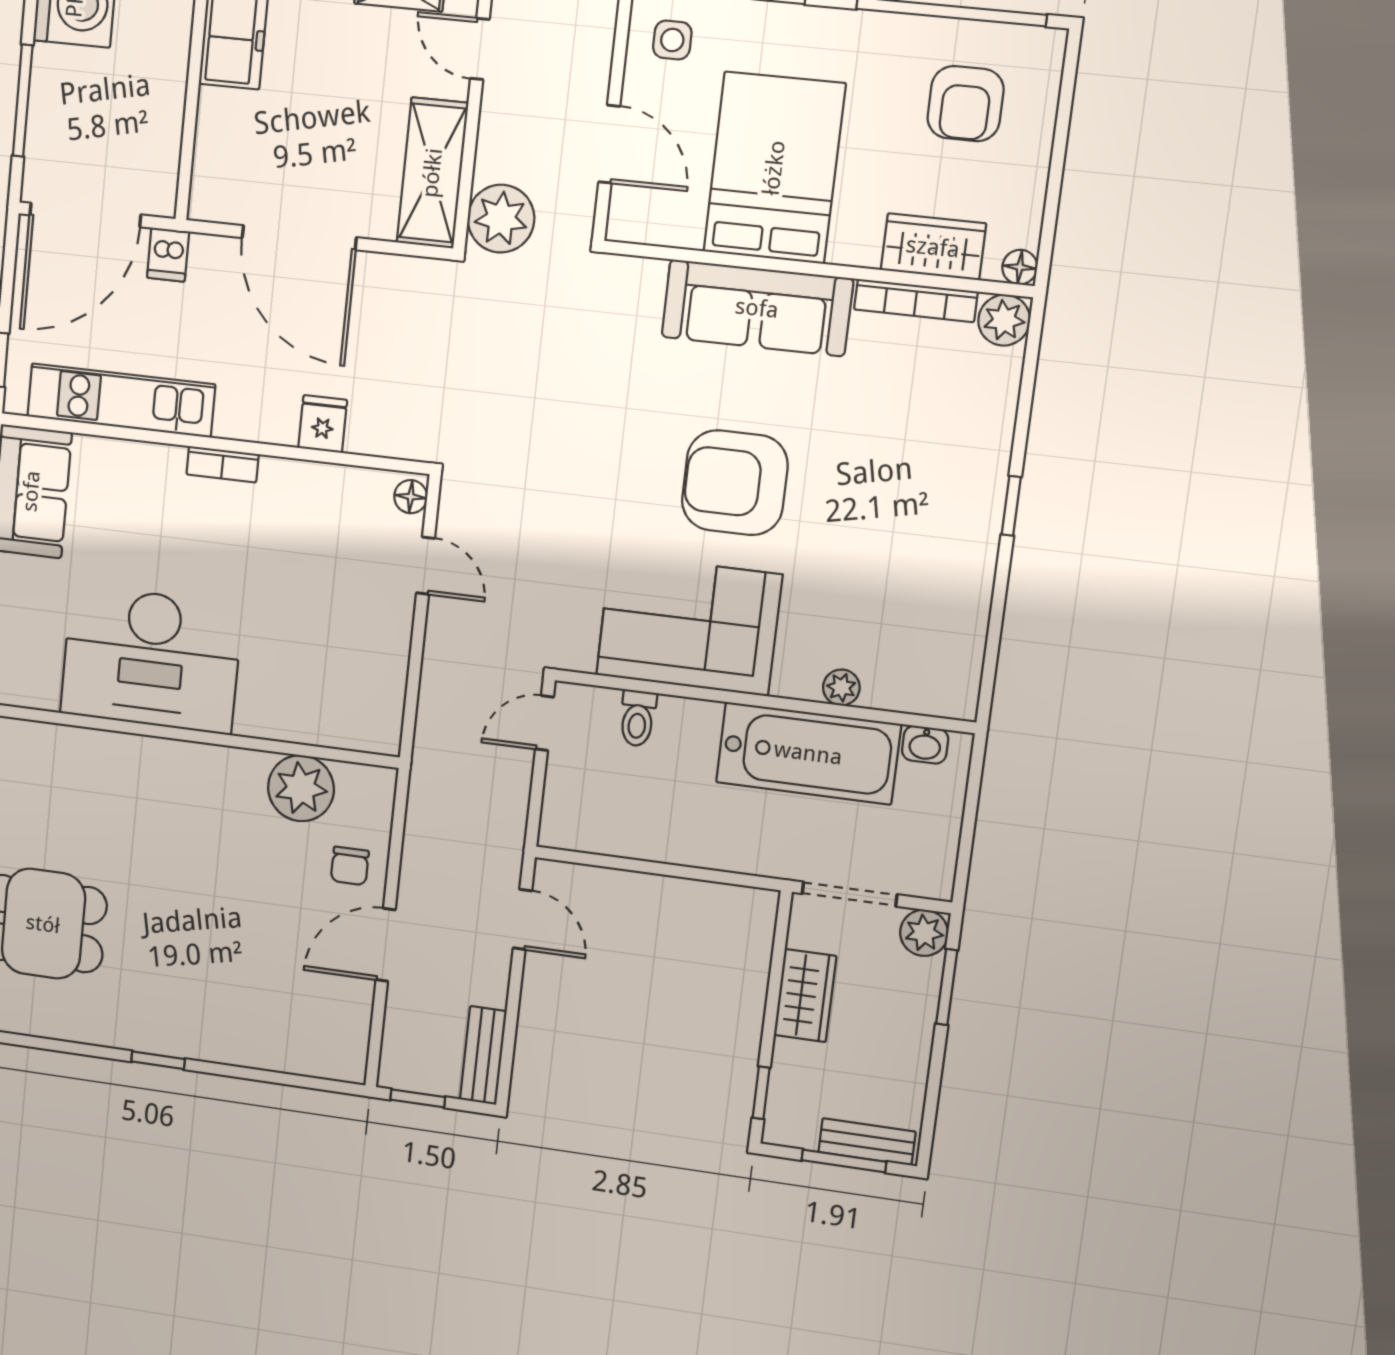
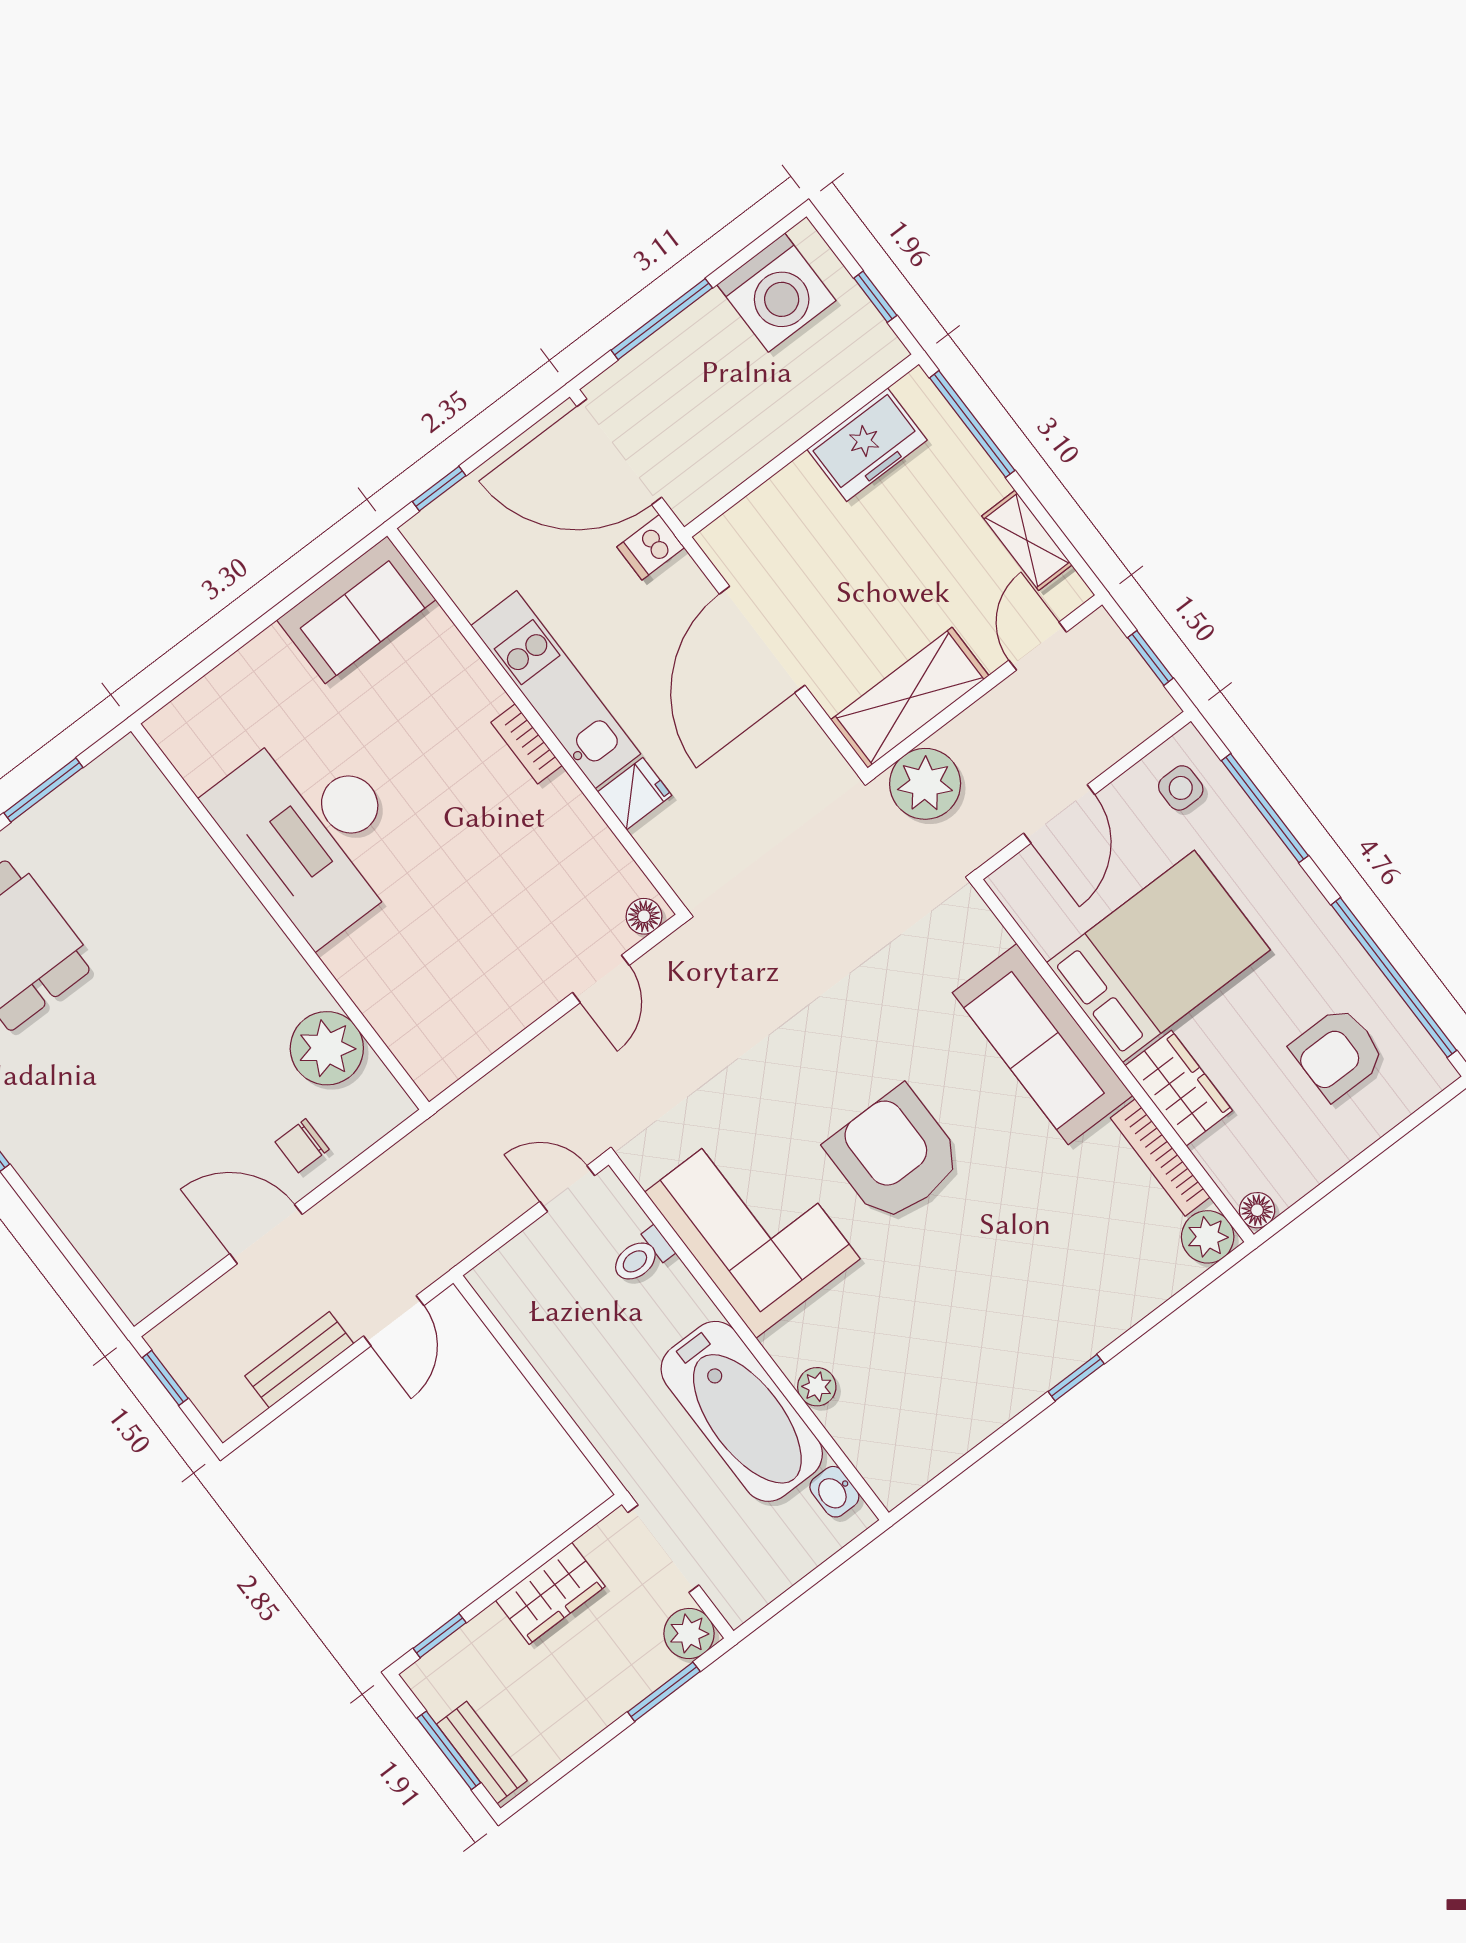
wardrobe: (933, 247) -> (1179, 1088), moved
kitchen unit: (121, 400) -> (556, 690), moved
bench: (483, 1055) -> (299, 1360), moved

